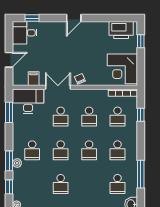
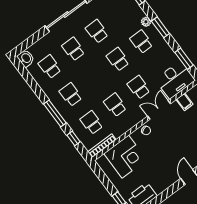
corner desk: (122, 69) -> (125, 157), moved, turned 90
double door: (58, 87) -> (159, 110), swing flipped
school desk: (89, 150) -> (73, 49), moved
window: (9, 161) -> (160, 27), moved
window: (141, 174) -> (55, 113), moved

